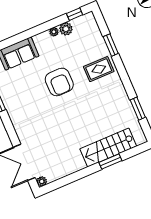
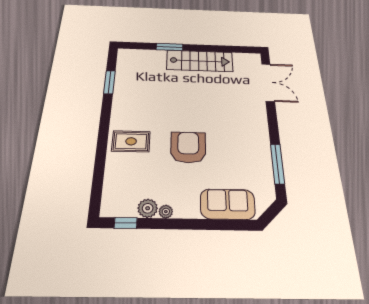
window: (111, 45) -> (100, 163), removed
stairs: (108, 148) -> (200, 61), moved
plant: (42, 181) -> (255, 58), removed

